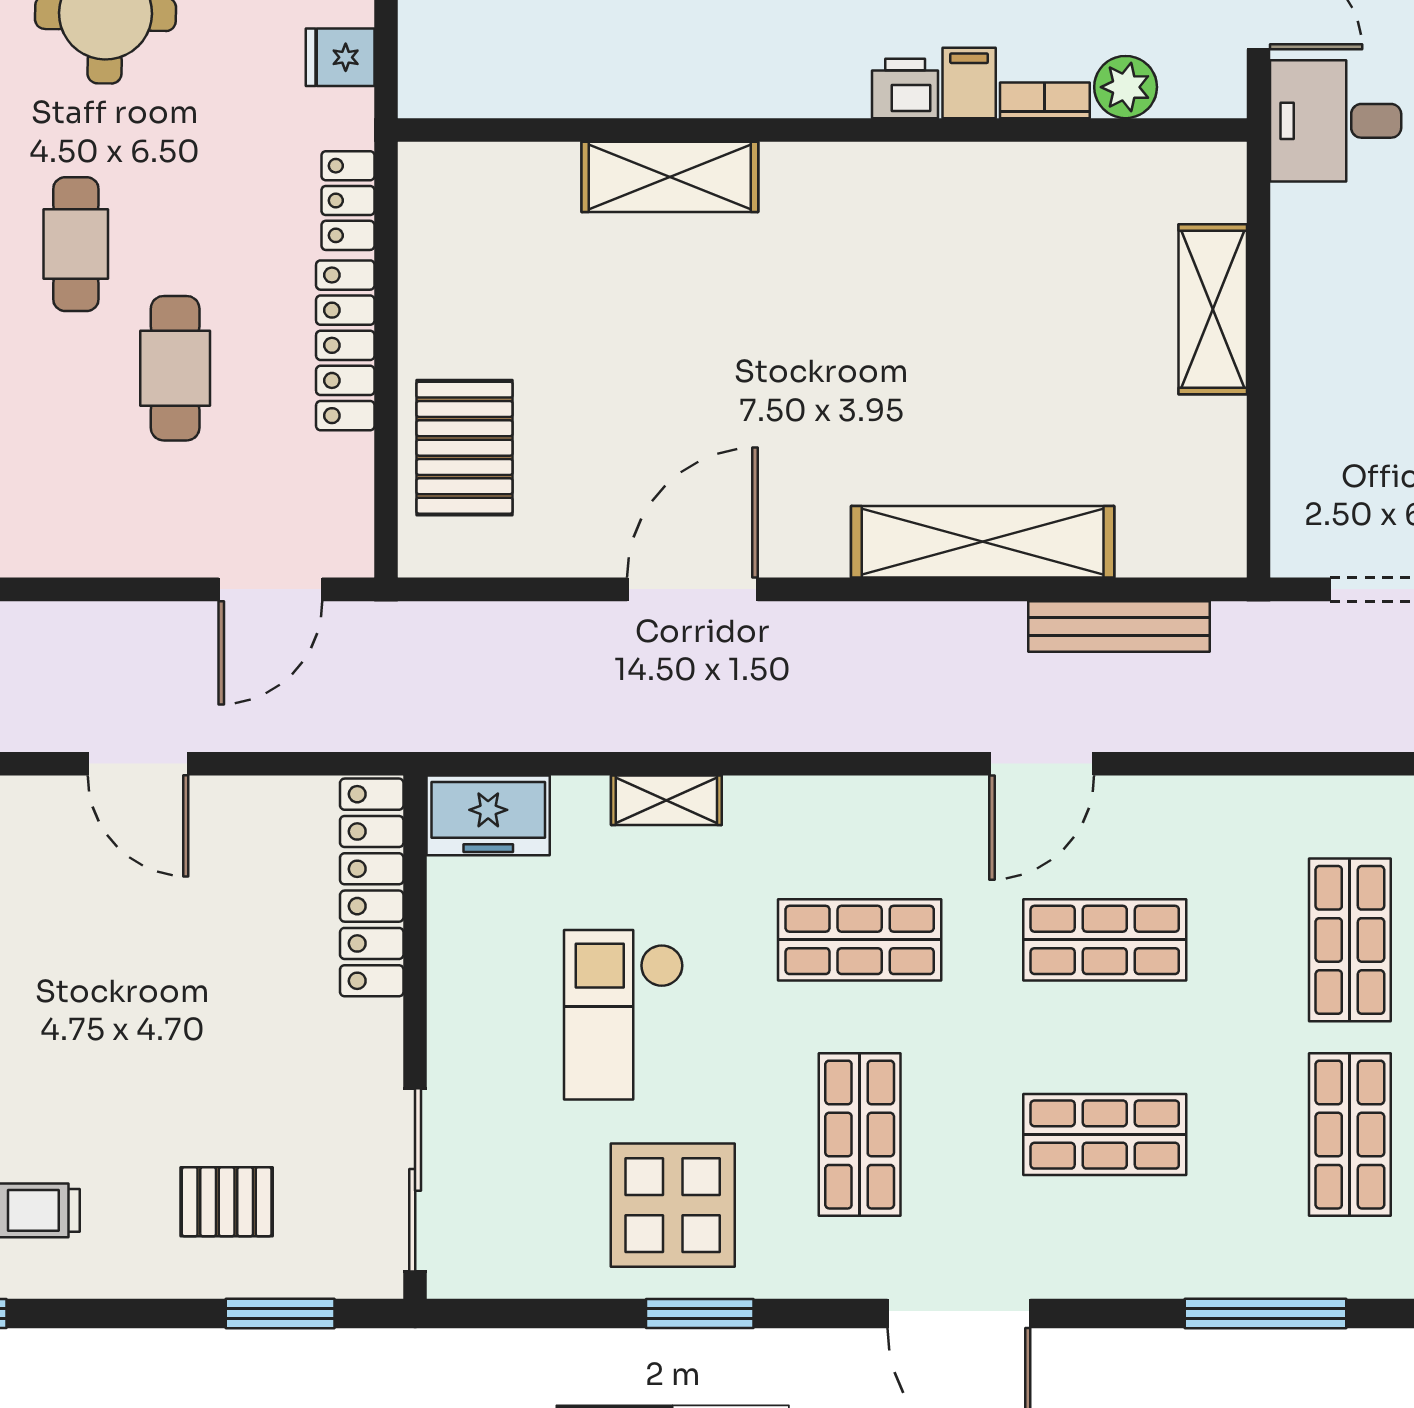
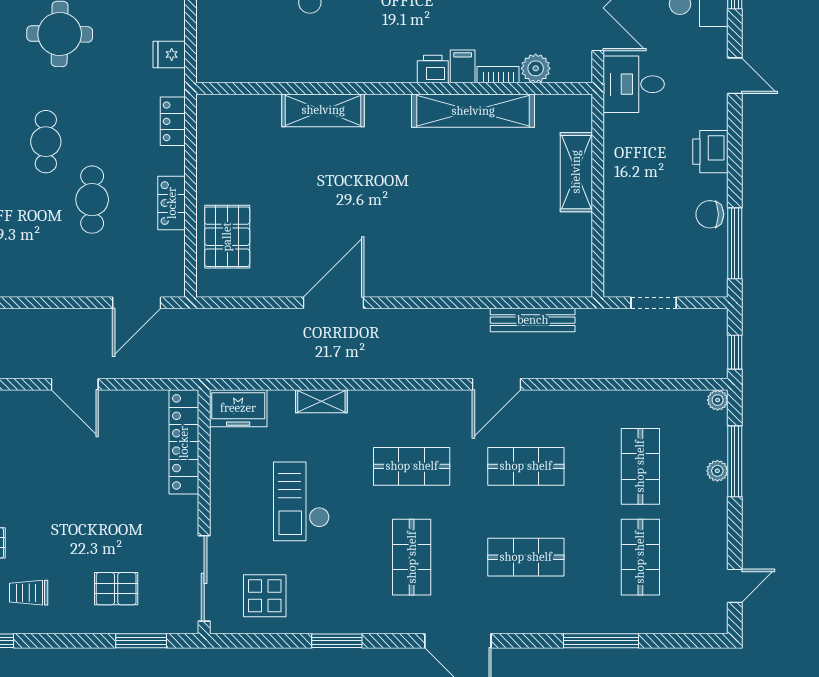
locker: (345, 345) -> (172, 203), width x0.66
shelving: (983, 542) -> (473, 111), moved
display table: (673, 1205) -> (265, 596), moved, width x0.73, depth x0.73

